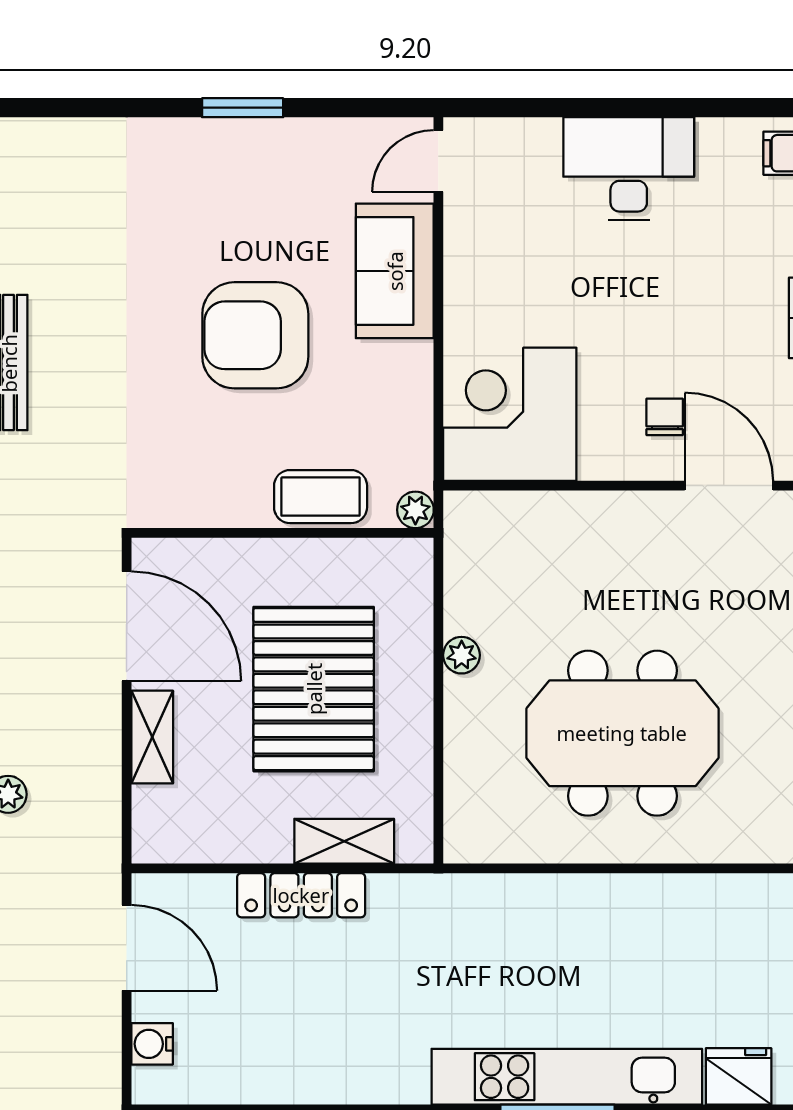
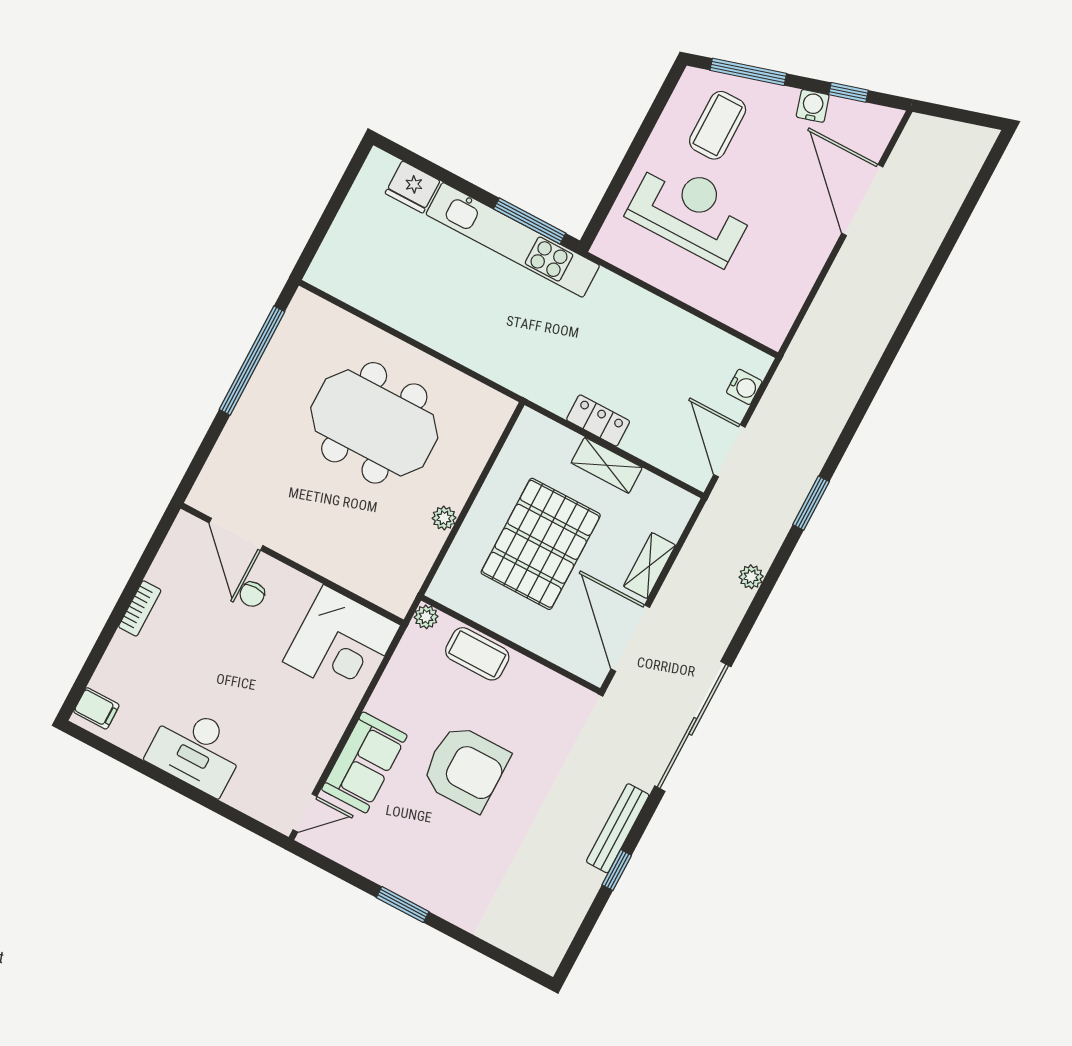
shelving: (344, 841) -> (607, 465), moved
locker: (301, 895) -> (598, 420), width x0.66

